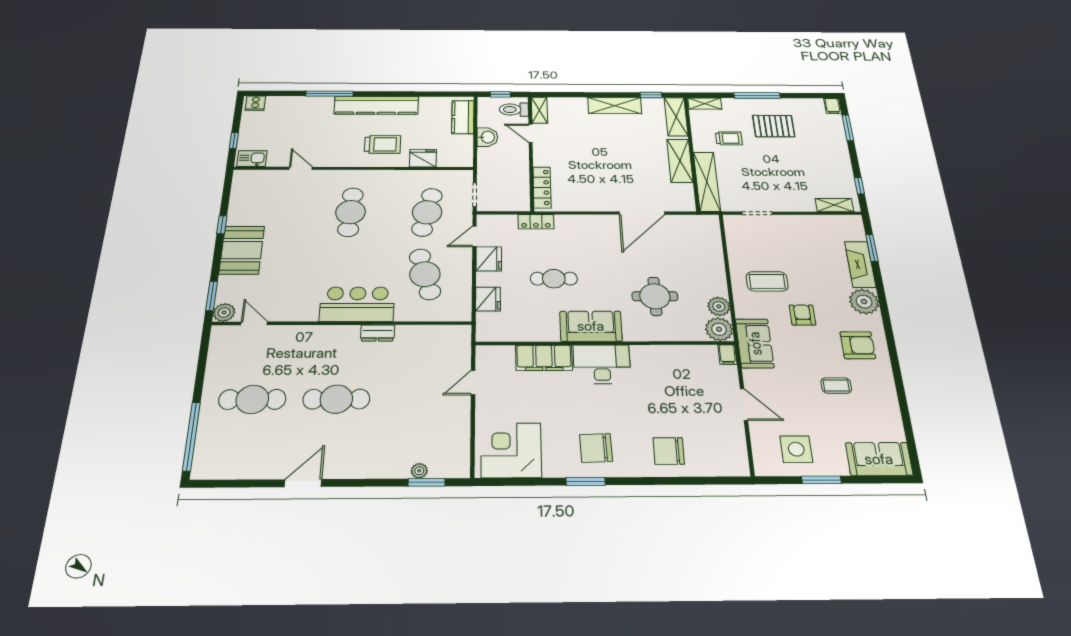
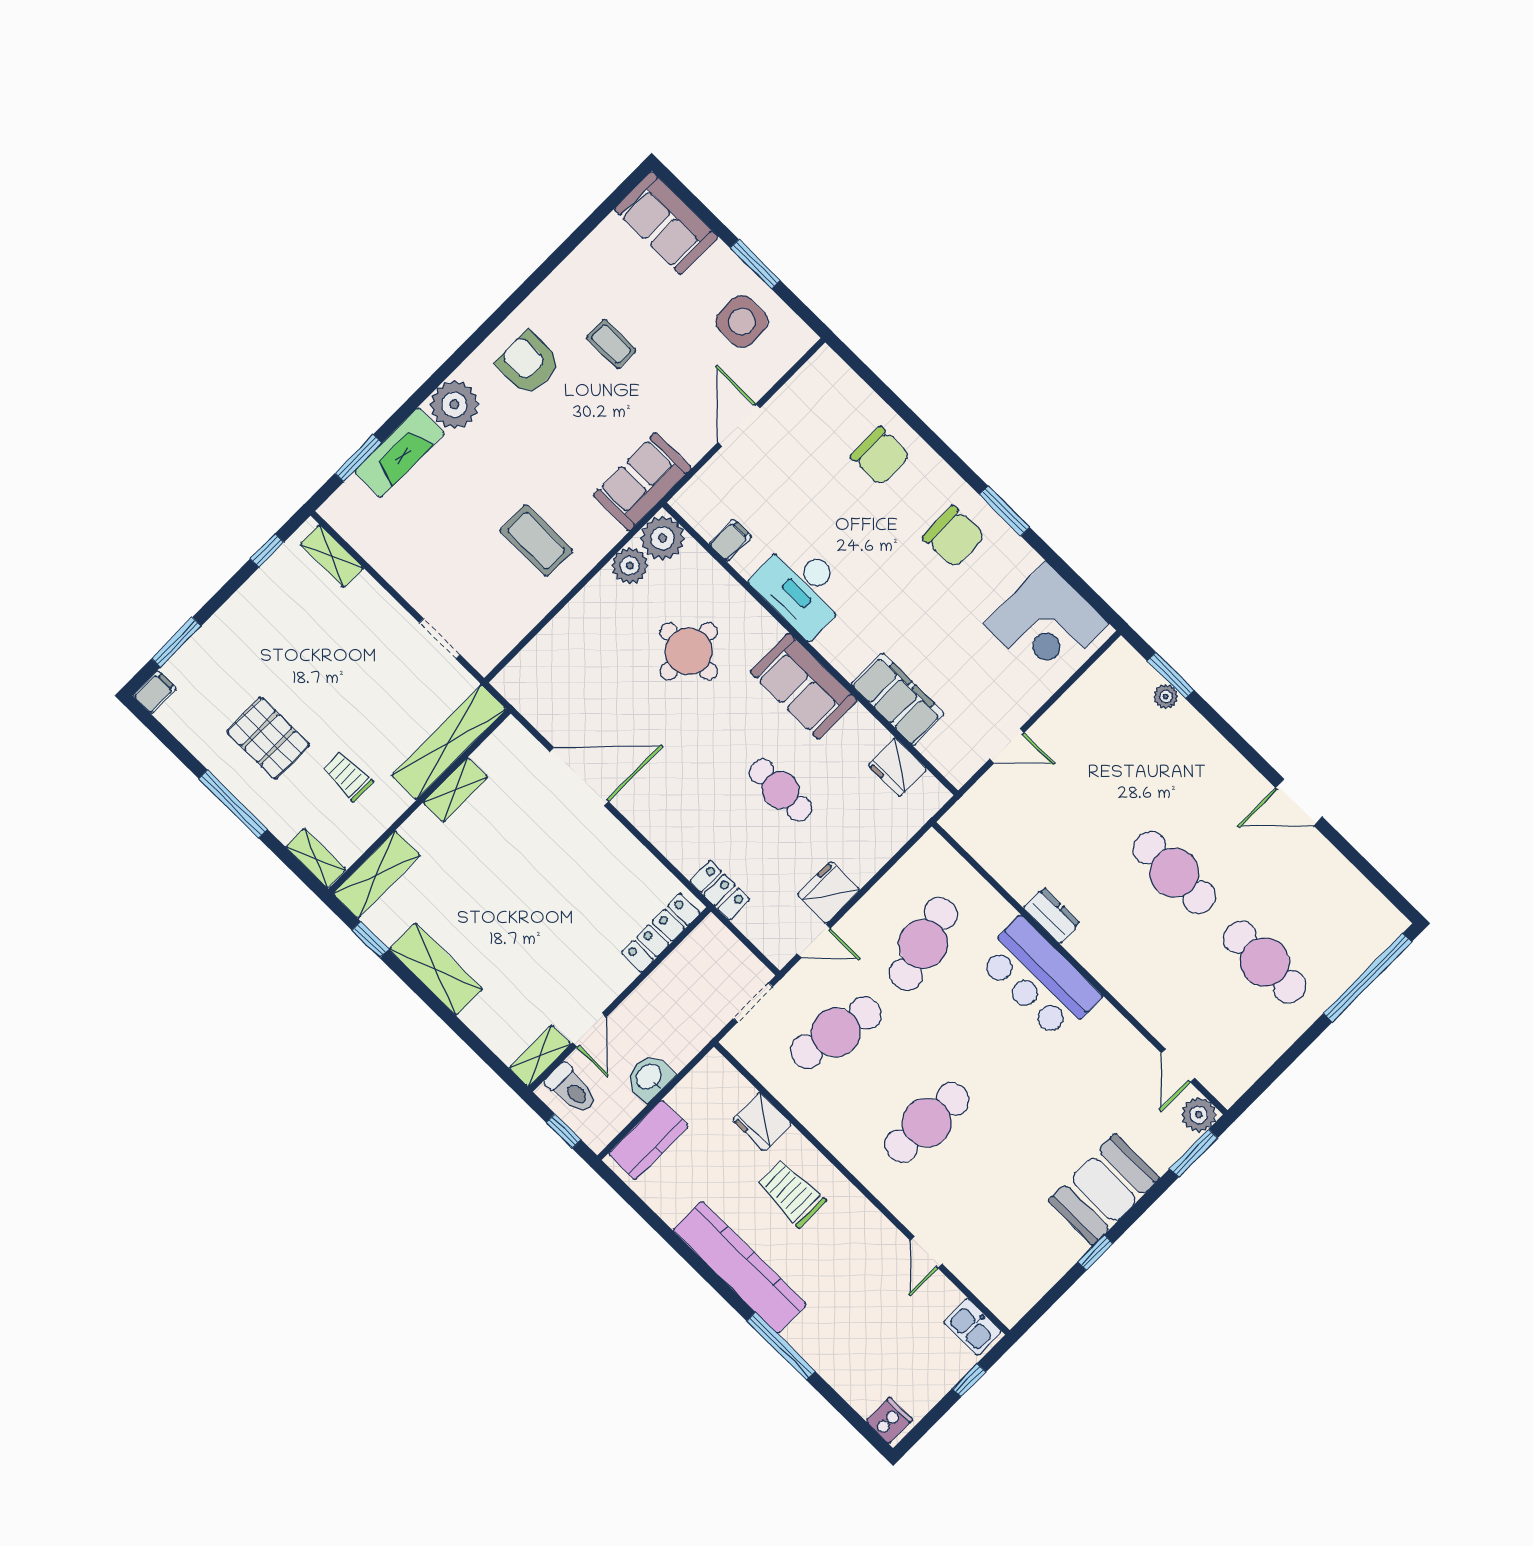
shelving: (680, 161) -> (455, 790), width x0.67, depth x0.75
fridge: (488, 299) -> (898, 767), moved, turned -90
armchair: (802, 315) -> (546, 460), removed
filing cabinet: (727, 354) -> (730, 540), moved
desk: (602, 364) -> (802, 588), moved

